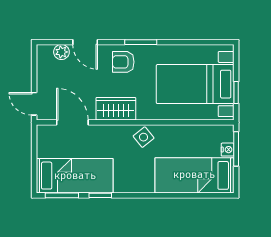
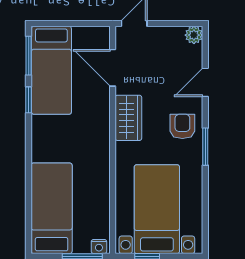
plant: (61, 52) -> (194, 35), moved
door: (72, 122) -> (113, 68), swing flipped
side table: (144, 137) -> (96, 150), removed
nightstand: (228, 150) -> (99, 247), moved

